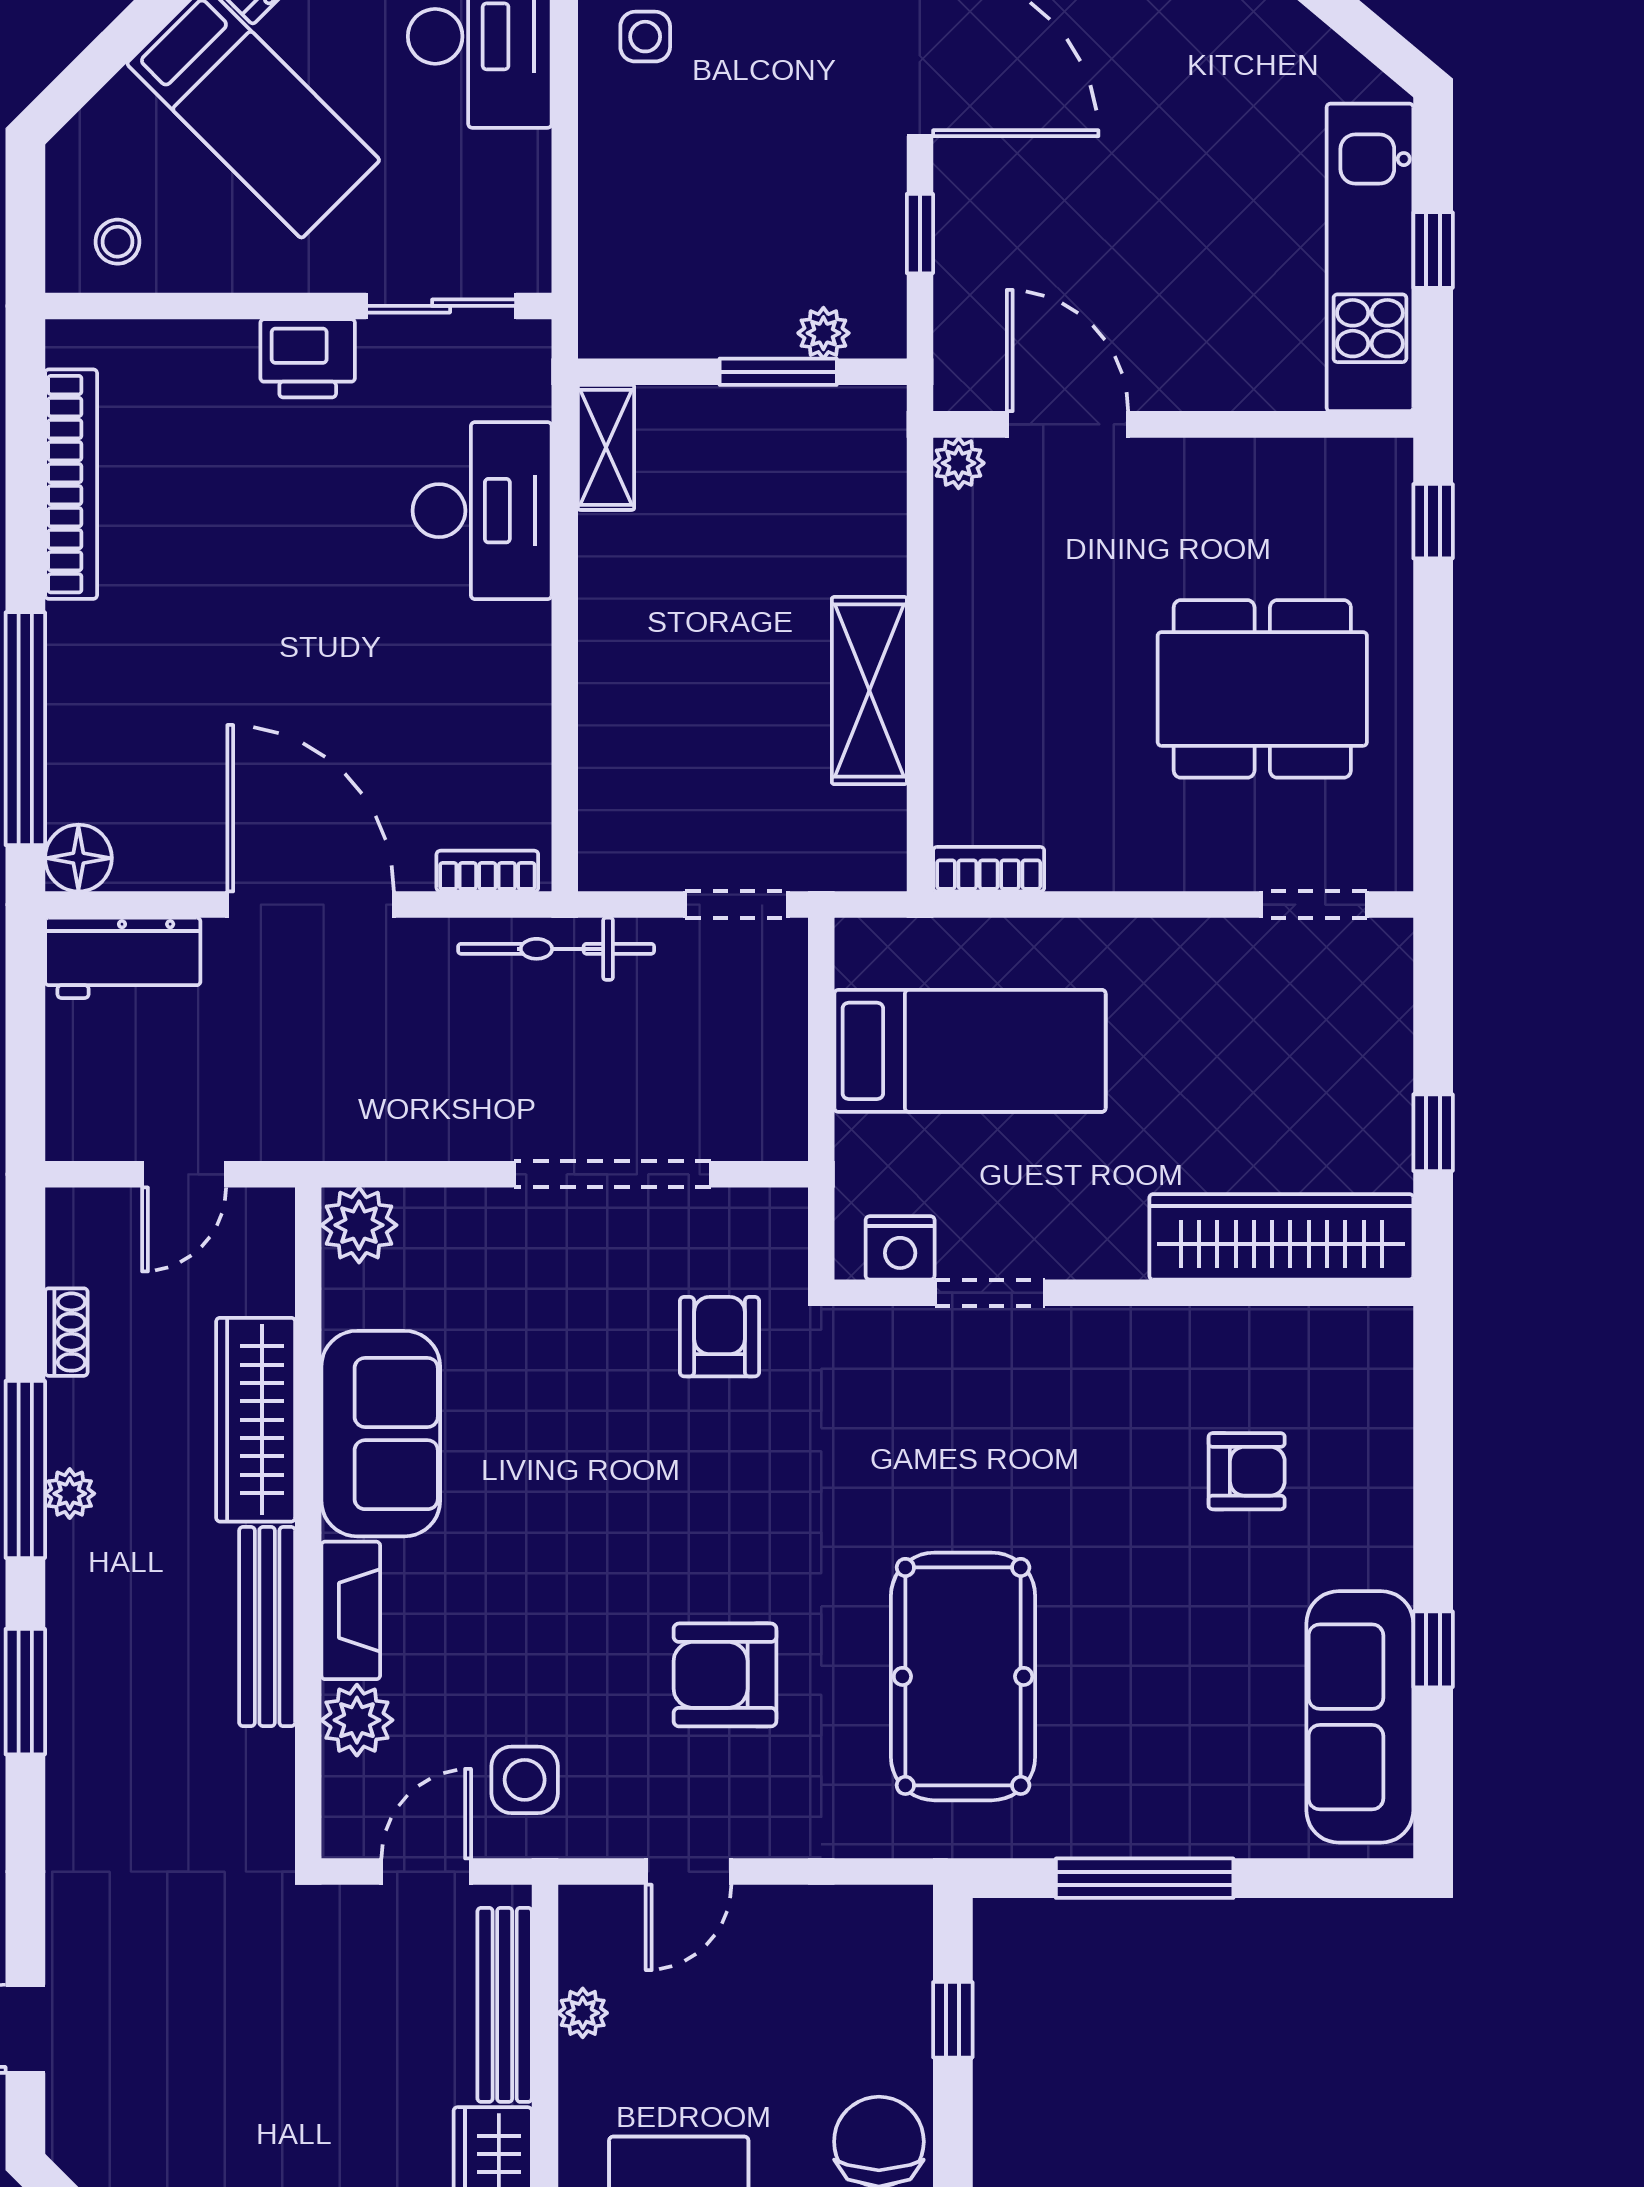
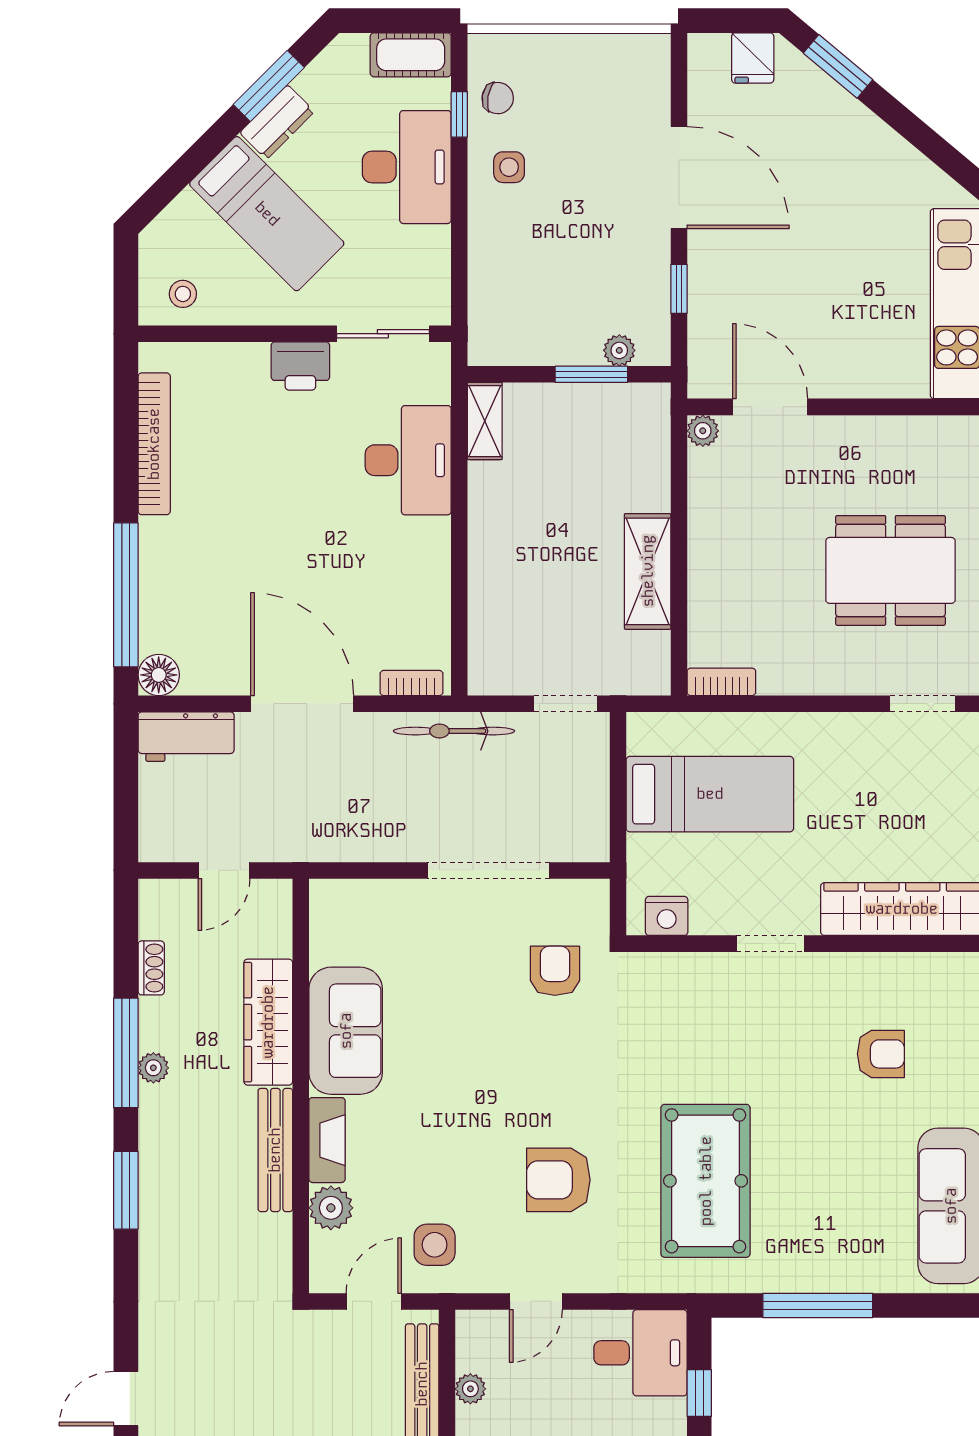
plant: (359, 1225) -> (332, 902), removed
doorway: (990, 1293) -> (770, 944), moved
desk: (858, 1955) -> (640, 1353), added

